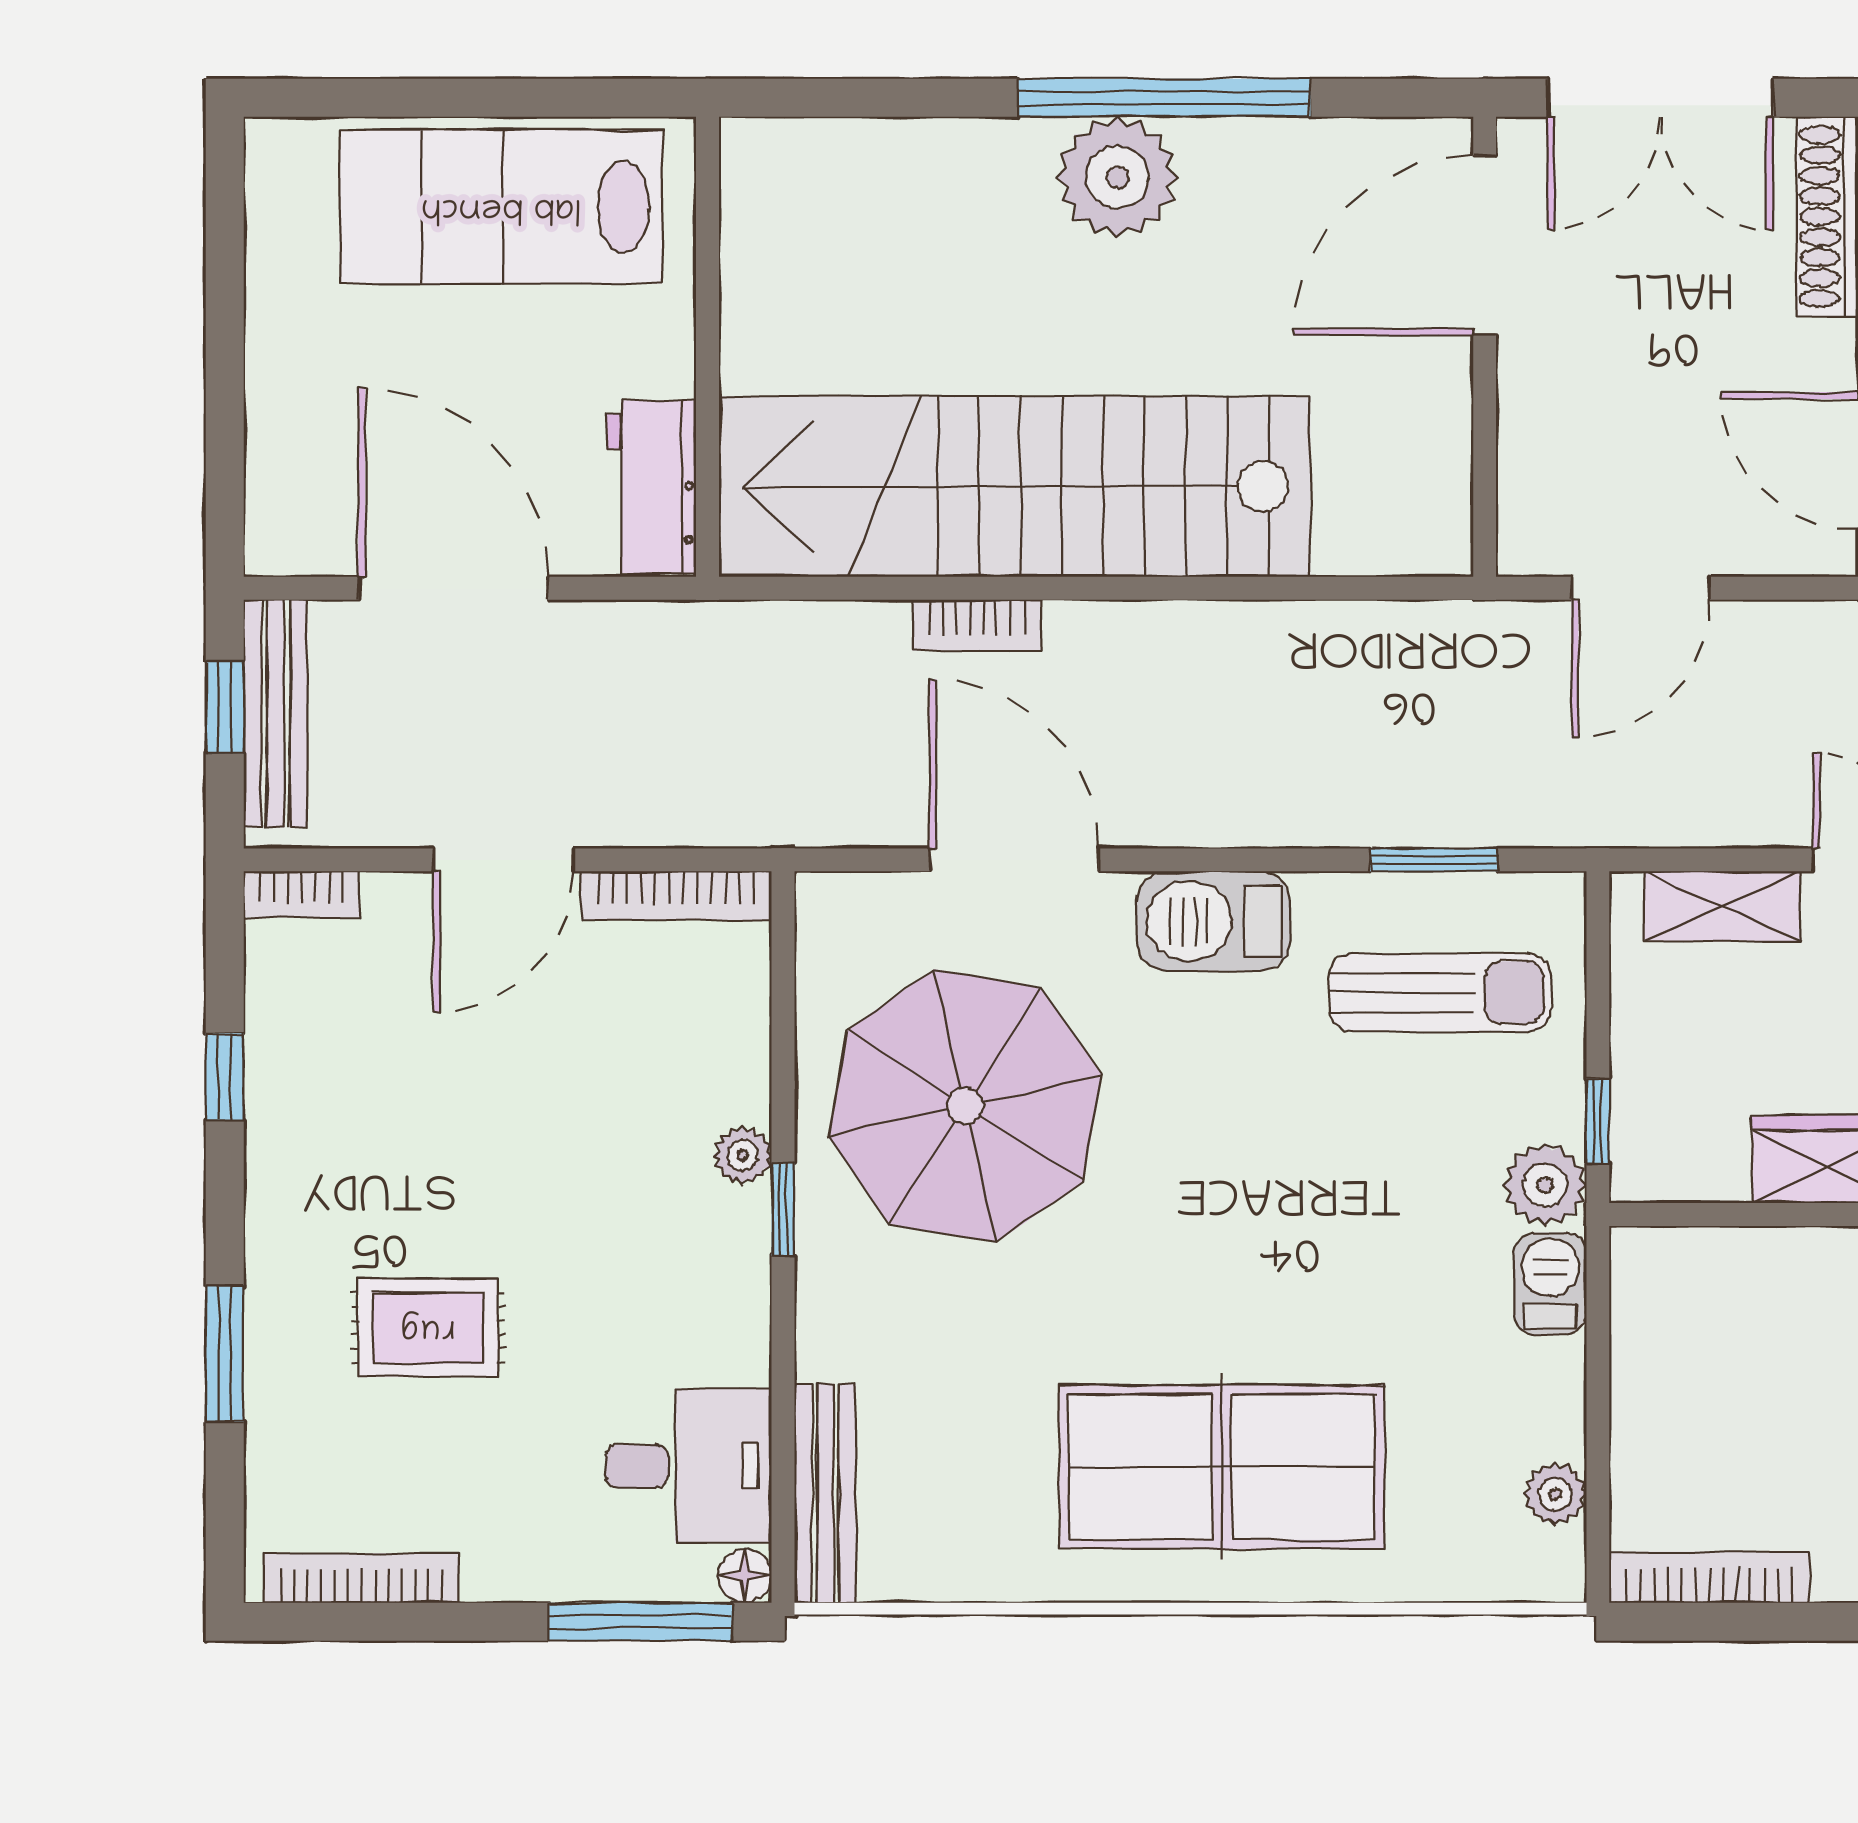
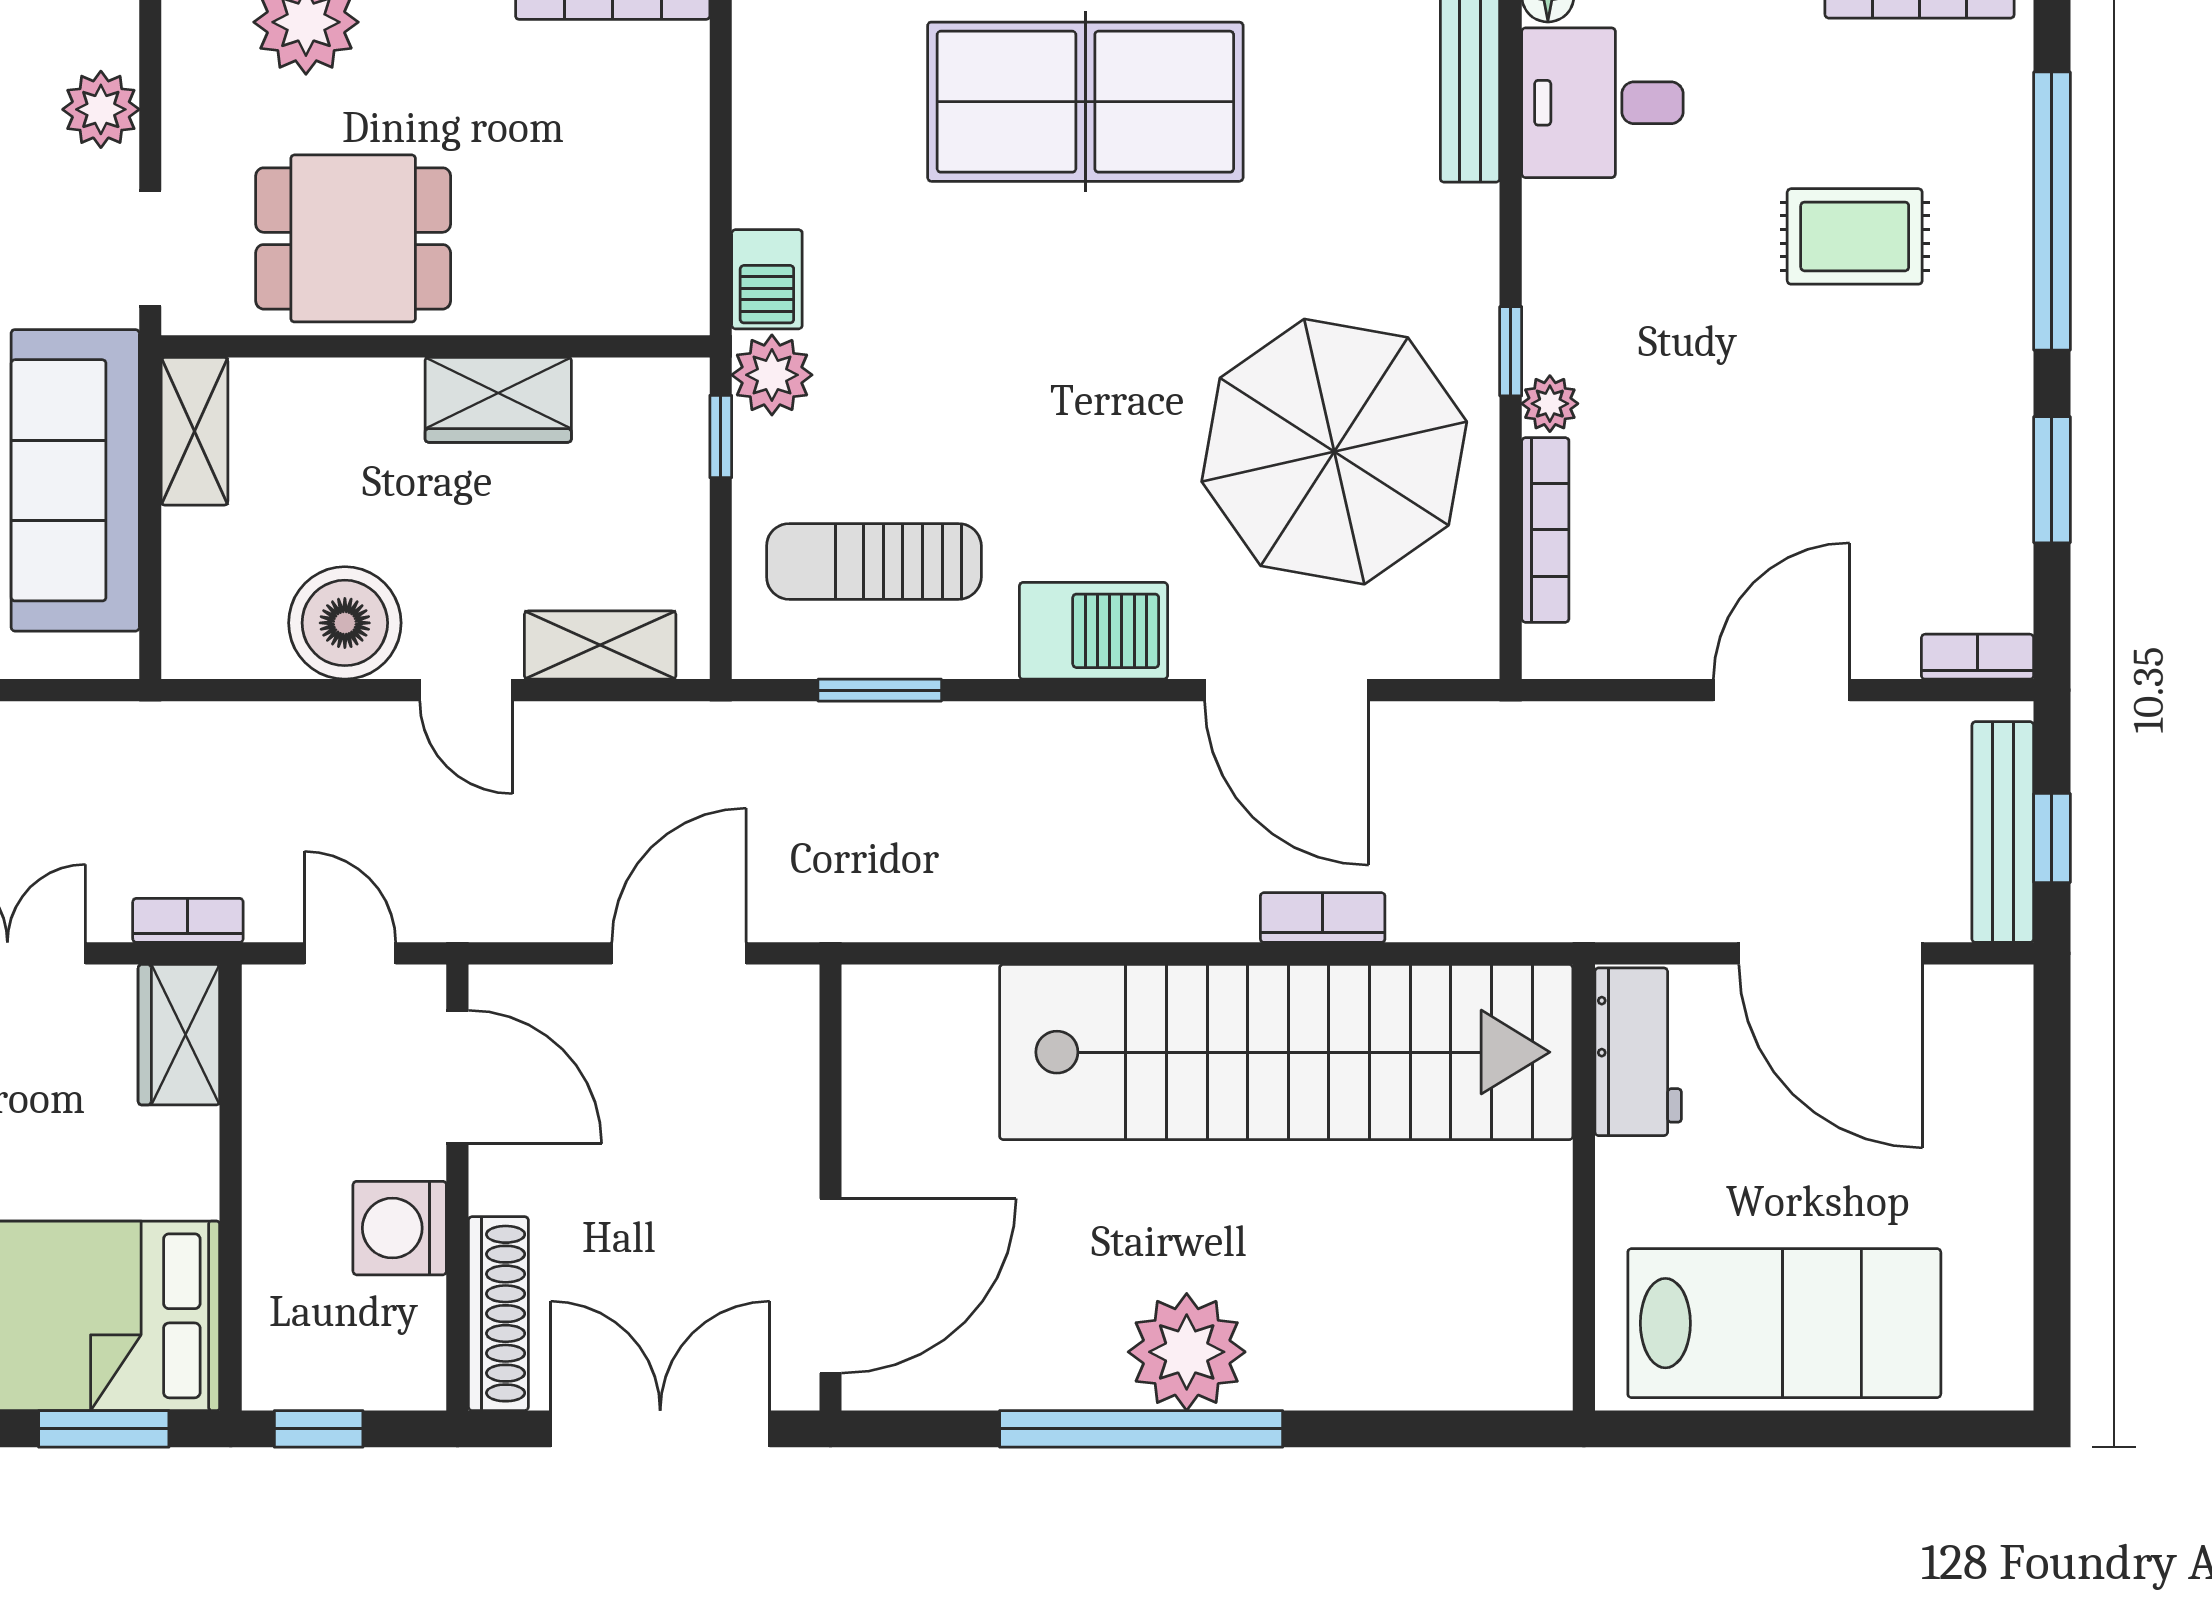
bookcase: (676, 896) -> (1545, 530), moved, turned 90
window: (225, 1077) -> (2052, 480), width x1.50
window: (225, 1354) -> (2052, 211), width x2.11
plant: (1555, 1494) -> (762, 75), removed

